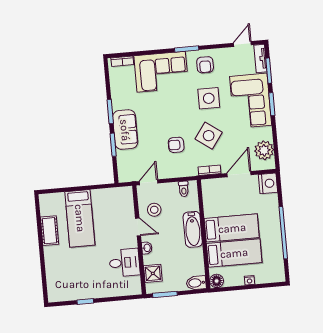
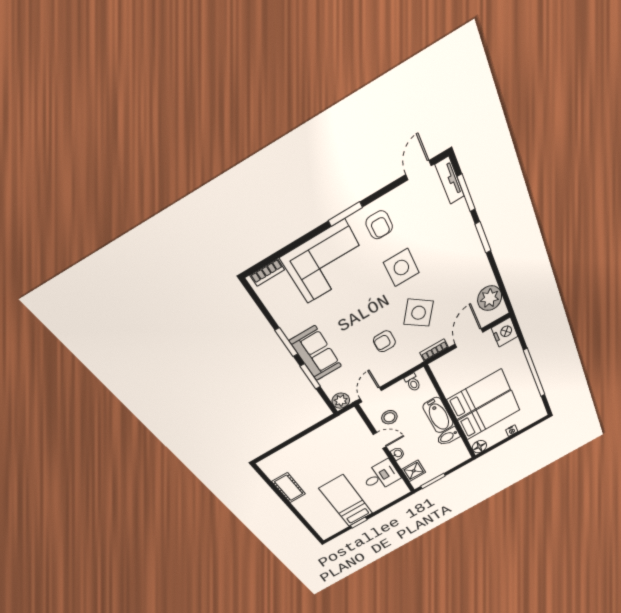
corner sofa: (251, 101) -> (455, 246), removed
plant: (125, 175) -> (341, 401), added
bed: (80, 218) -> (346, 501), moved, turned 180
bidet: (196, 283) -> (448, 437), moved

